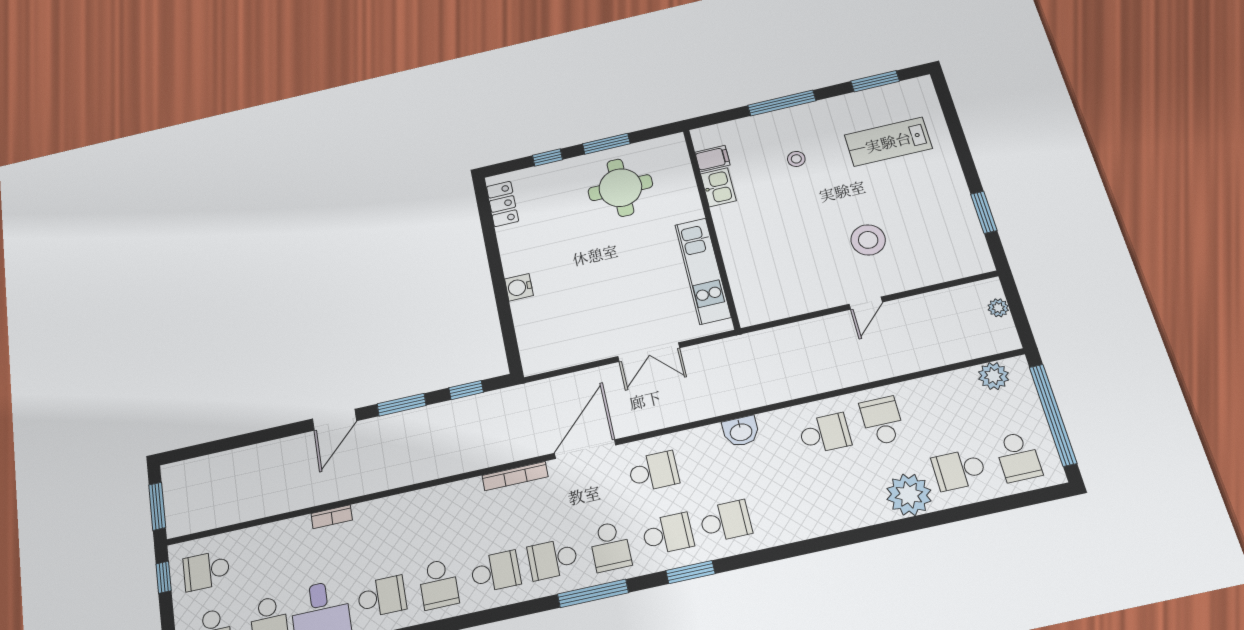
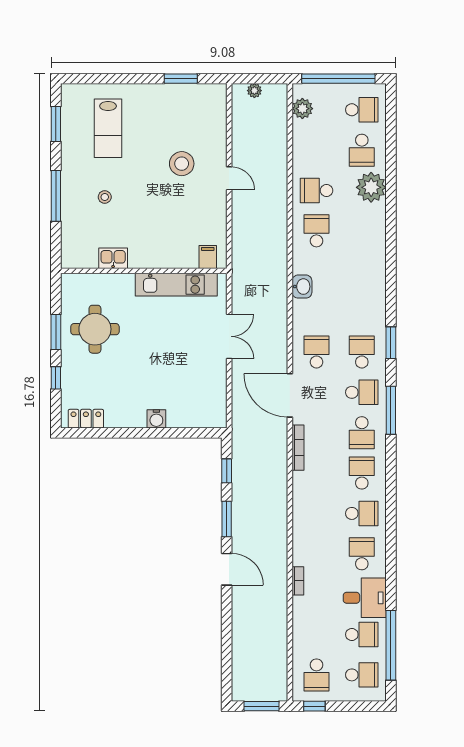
filing cabinet: (712, 159) -> (208, 257), moved
school desk: (726, 521) -> (362, 312), removed

